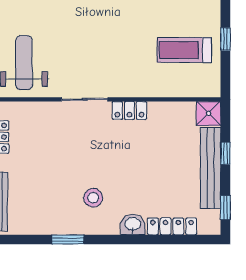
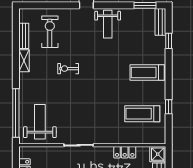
locker: (129, 110) -> (125, 152), moved

